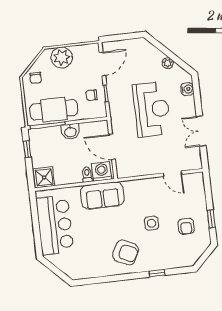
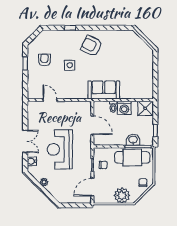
double door: (201, 131) -> (25, 141), moved
washbasin: (70, 132) -> (133, 140), moved
washing machine: (102, 171) -> (124, 108), moved
bar counter: (55, 225) -> (141, 72), removed

